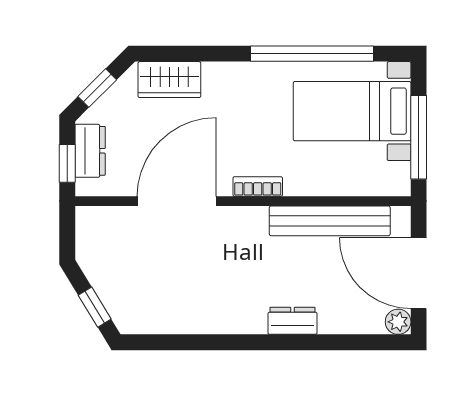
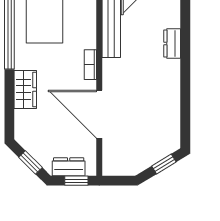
wardrobe: (169, 80) -> (25, 89), moved

